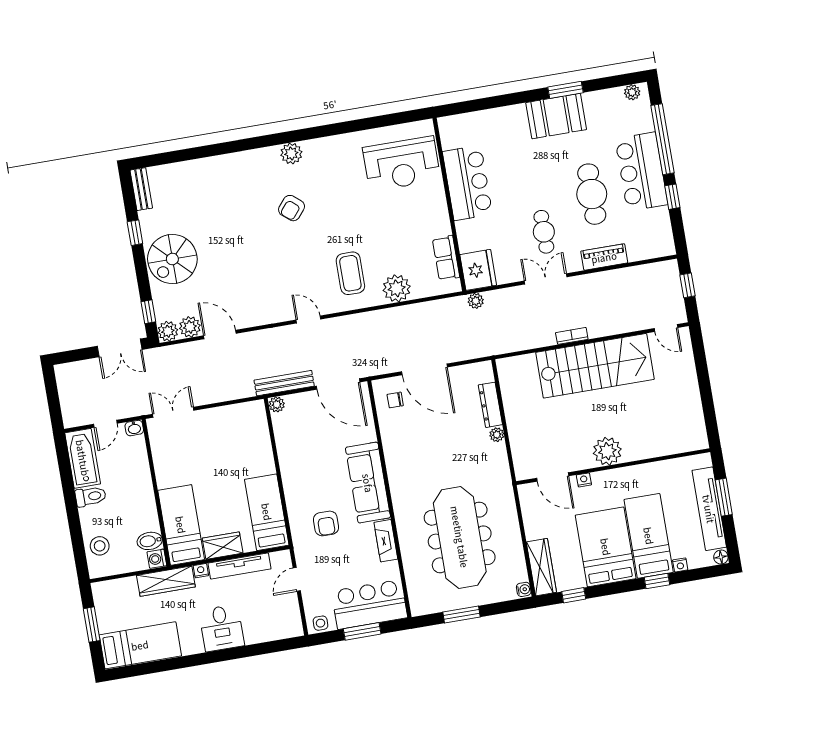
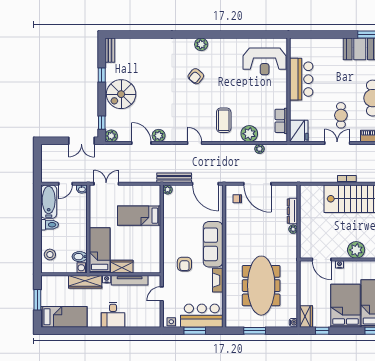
plant: (476, 301) -> (259, 149), moved
plant: (190, 327) -> (159, 136), moved
bed: (267, 512) -> (139, 216), moved, turned -90
wardrobe: (541, 567) -> (306, 316), width x0.67

